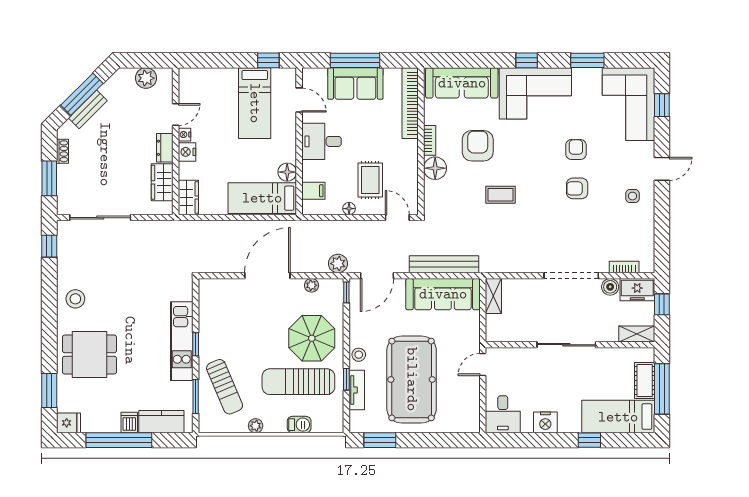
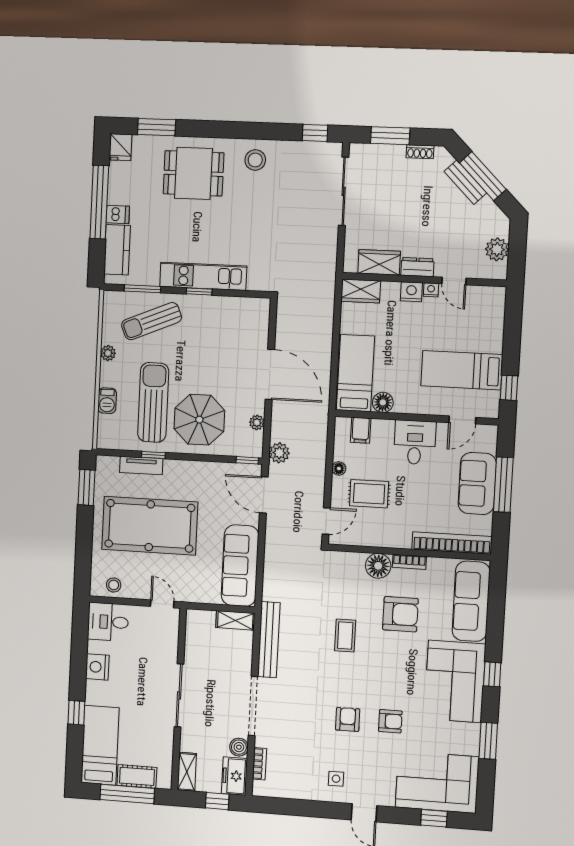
bench: (444, 264) -> (269, 640), moved
dining table: (89, 355) -> (194, 173), turned 90
stool: (359, 355) -> (114, 585), moved

